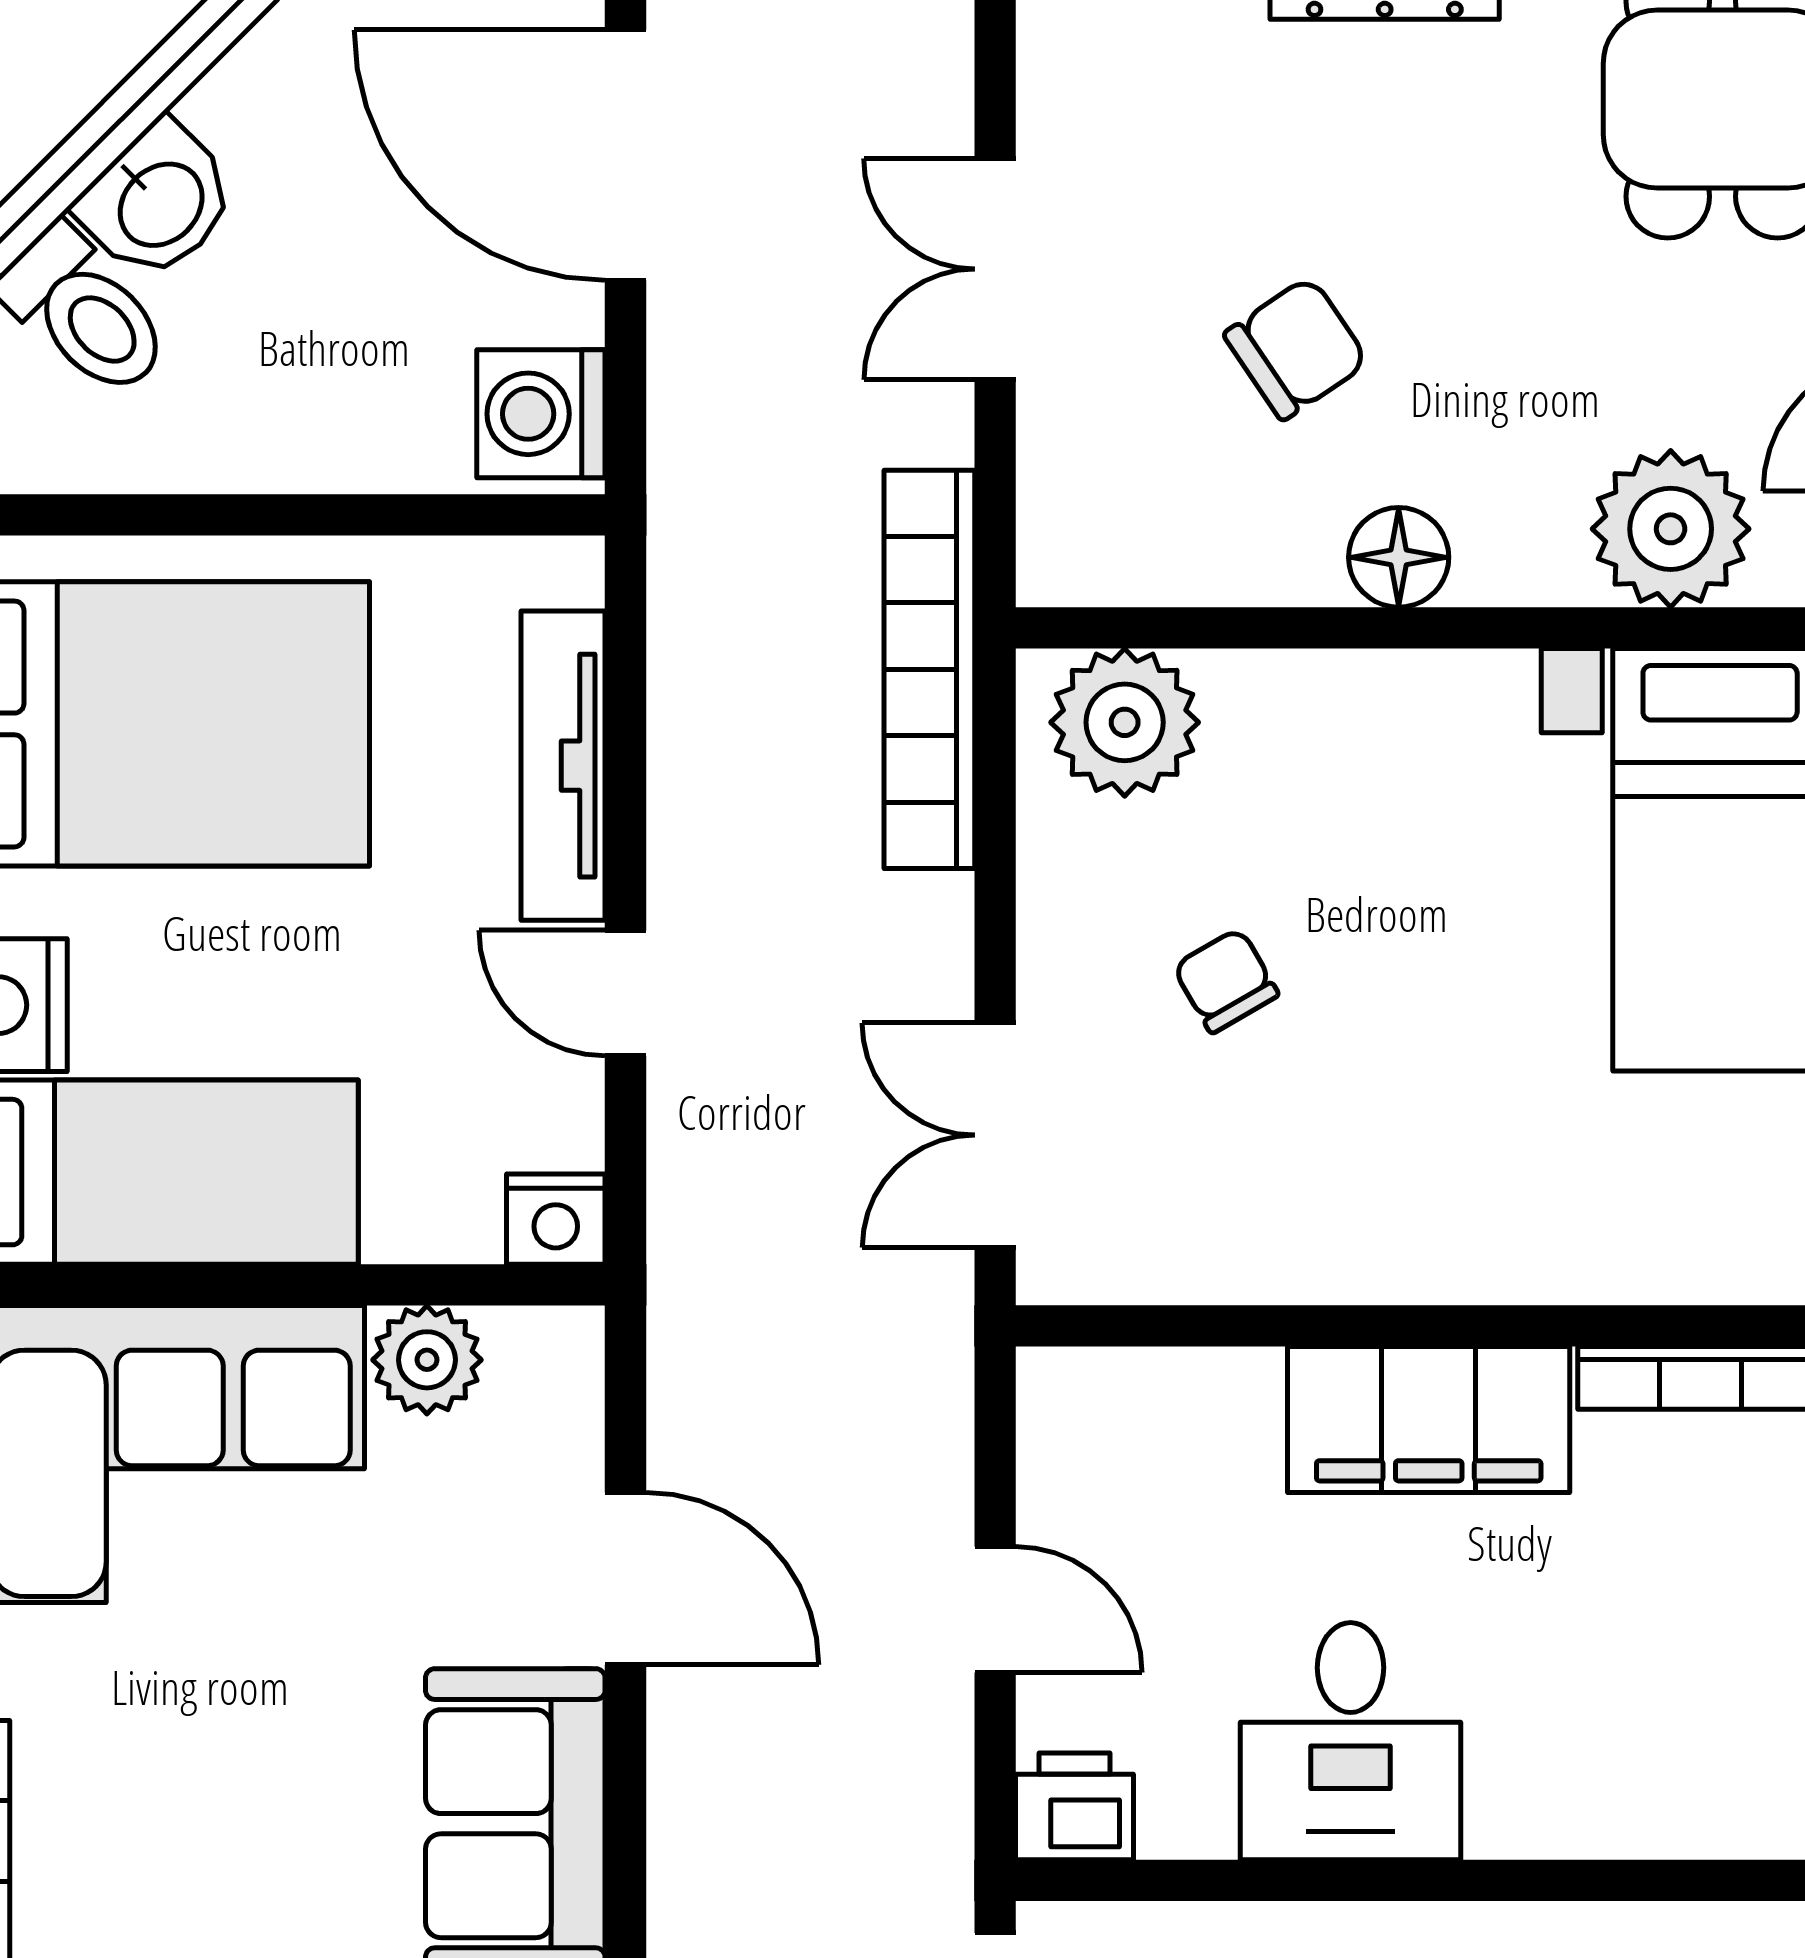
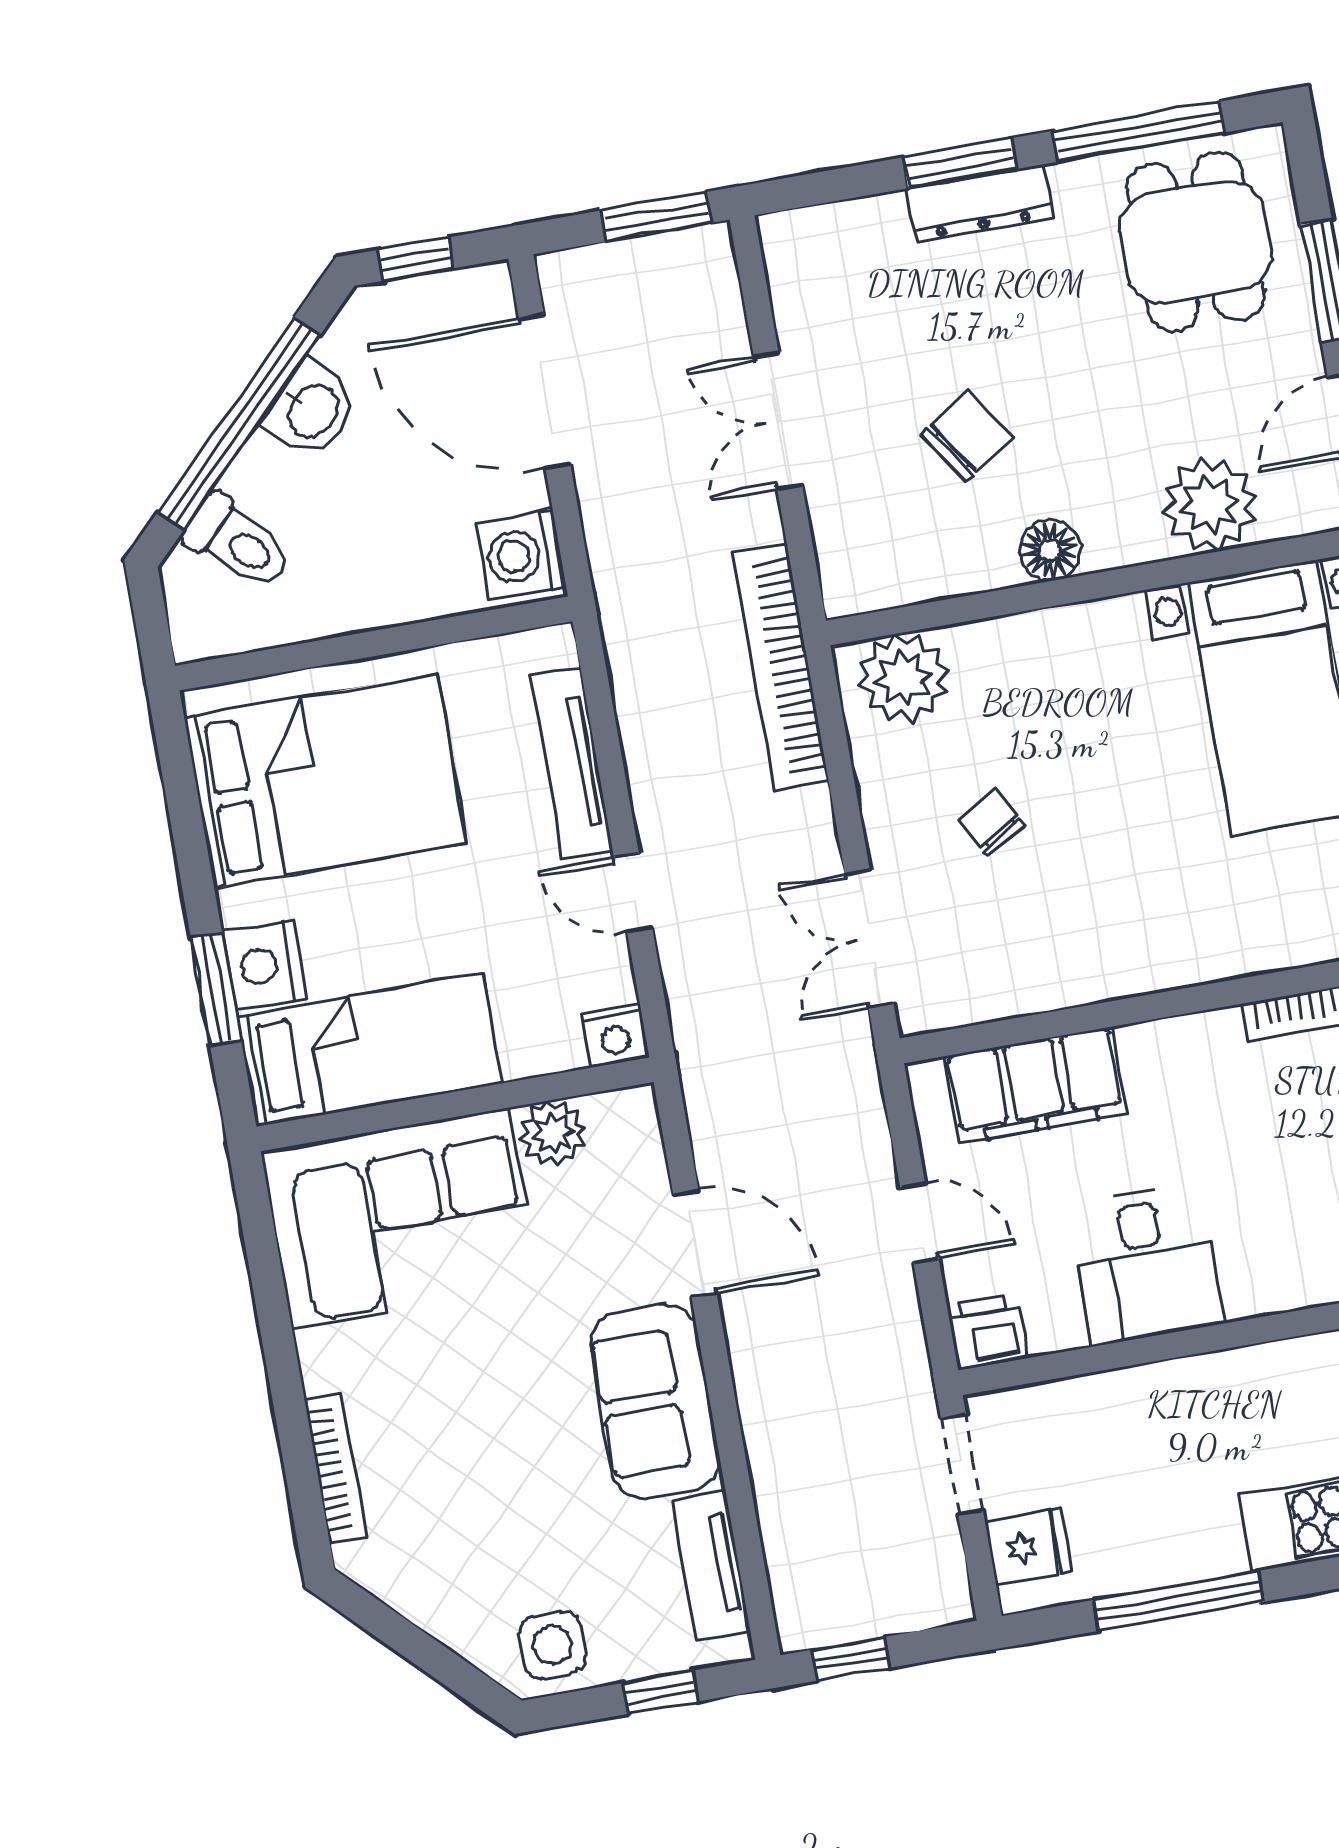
washbasin: (159, 202) -> (312, 410), moved
filing cabinet: (1429, 1420) -> (1035, 1085), moved

